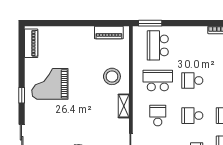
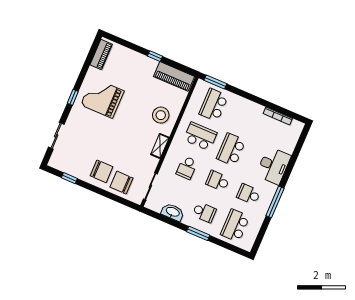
window: (83, 23) -> (155, 56), added
piano: (109, 33) -> (174, 76), width x1.37, depth x1.33
school desk: (192, 80) -> (231, 150), width x1.85
school desk: (158, 116) -> (187, 168), turned 180

